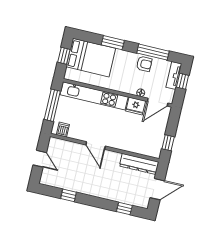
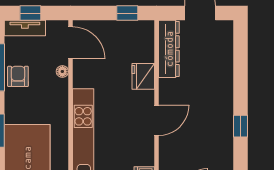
fridge: (136, 106) -> (143, 76), moved, turned 180
window: (69, 195) -> (240, 126), moved
window: (124, 208) -> (240, 55), removed

